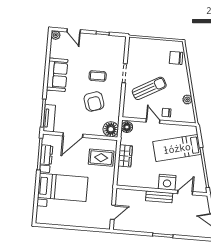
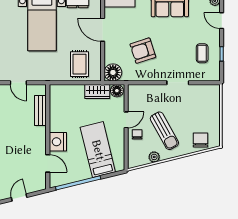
door: (74, 31) -> (222, 21), hinge flipped
coffee table: (98, 76) -> (202, 53), moved
sun lounger: (149, 88) -> (164, 131), moved
wardrobe: (125, 156) -> (97, 91), moved
bench: (159, 197) -> (40, 111), moved

